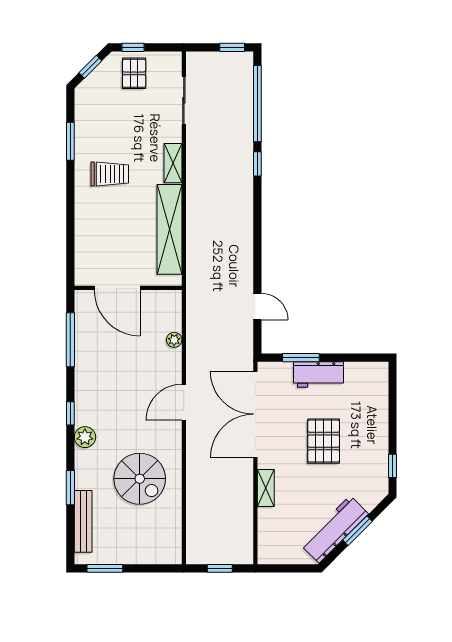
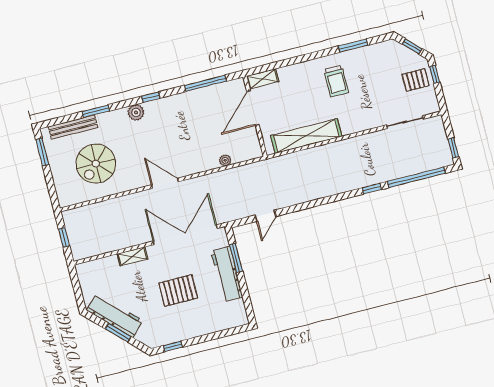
shelving: (173, 163) -> (263, 79), moved
workbench: (318, 374) -> (227, 274), width x1.38
door: (184, 402) -> (165, 183), moved
spiral stairs: (140, 479) -> (96, 164), moved

